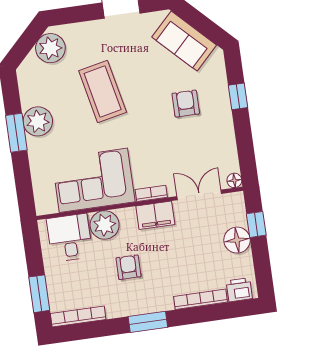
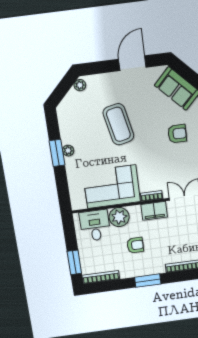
plant: (50, 48) -> (80, 85), width x0.53, depth x0.53
armchair: (186, 104) -> (177, 134), turned 90
plant: (38, 121) -> (68, 151), width x0.53, depth x0.53
armchair: (128, 267) -> (135, 245), turned 90

